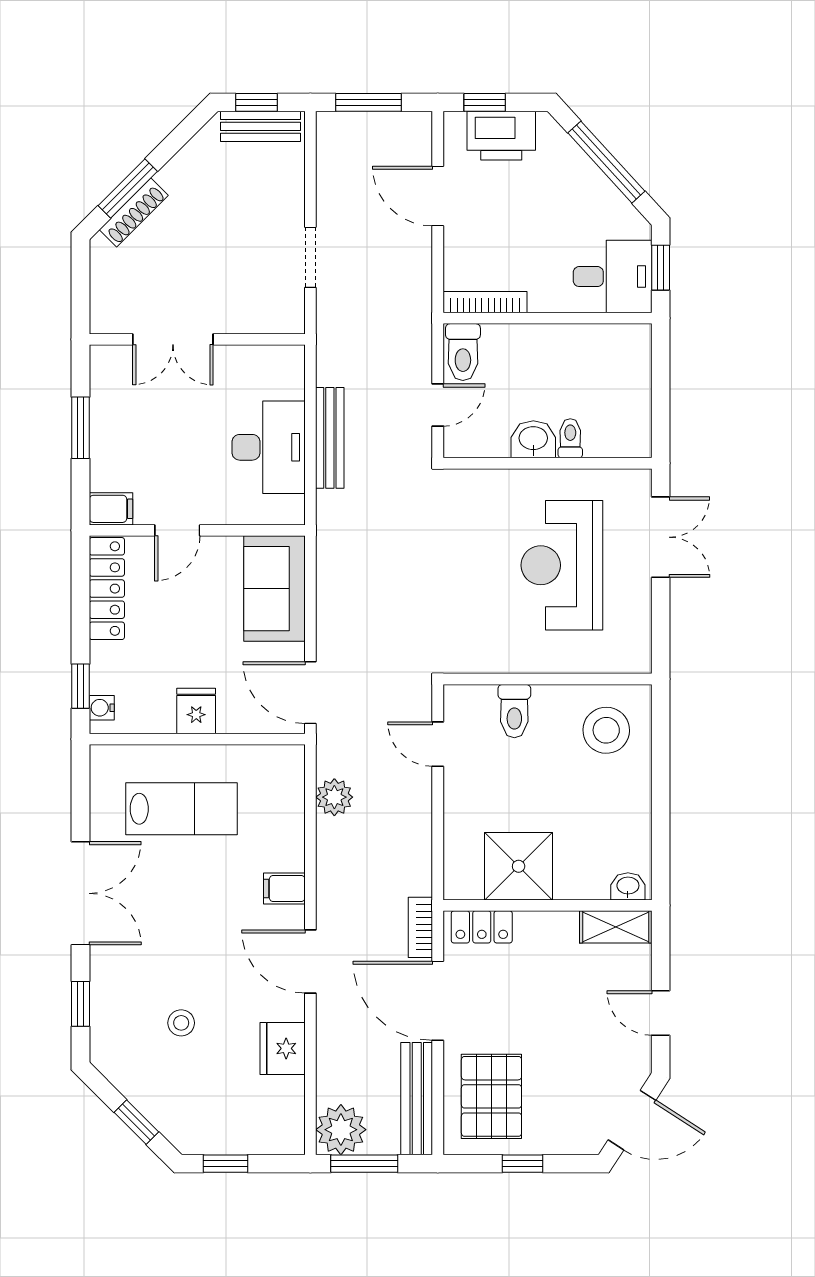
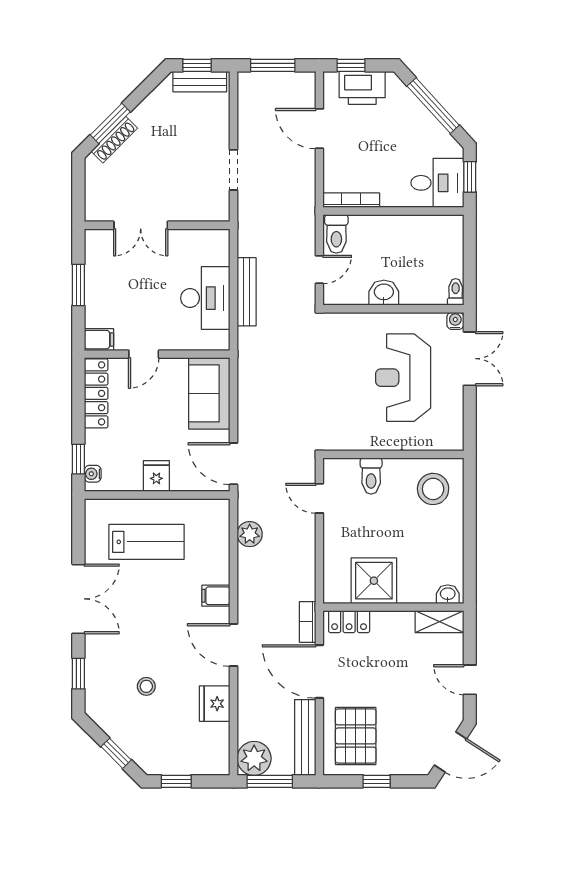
toilet: (570, 438) -> (456, 292), moved
water cooler: (639, 481) -> (455, 321), added

